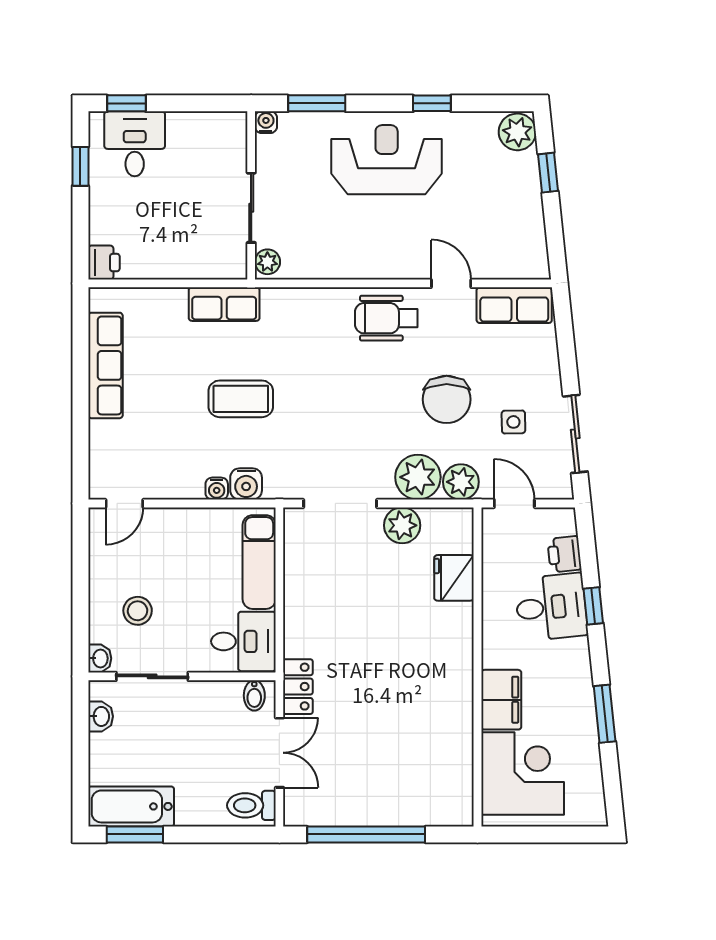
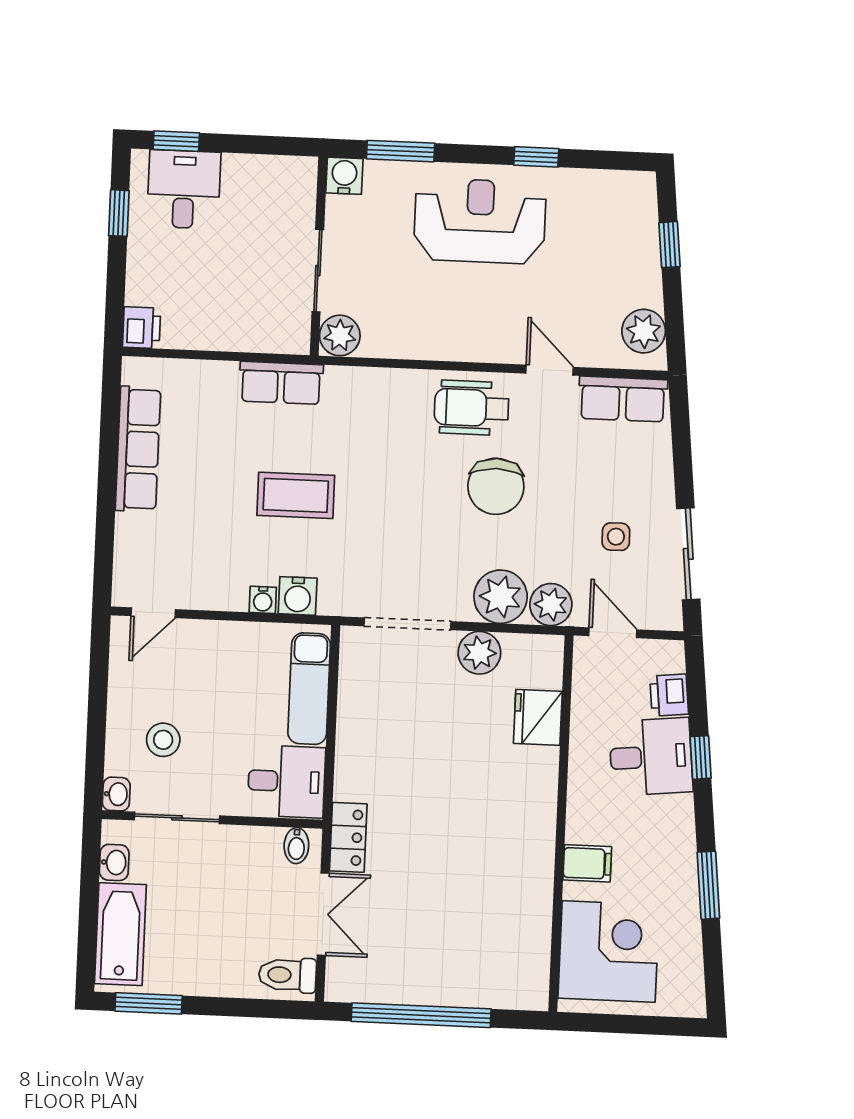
water cooler: (266, 122) -> (344, 176), width x1.38, depth x1.38
plant: (517, 132) -> (644, 331), moved
plant: (267, 262) -> (340, 335), width x1.38, depth x1.38
chair: (447, 399) -> (496, 486), moved
filing cabinet: (501, 700) -> (587, 863), width x0.50
bathtub: (131, 806) -> (120, 934), moved, turned 90

